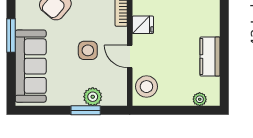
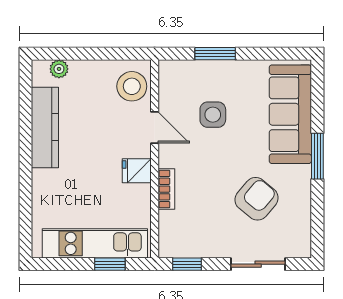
side table: (88, 50) -> (213, 115), moved
kitchen counter: (210, 56) -> (45, 127), width x1.50
plant: (93, 97) -> (205, 72), removed

